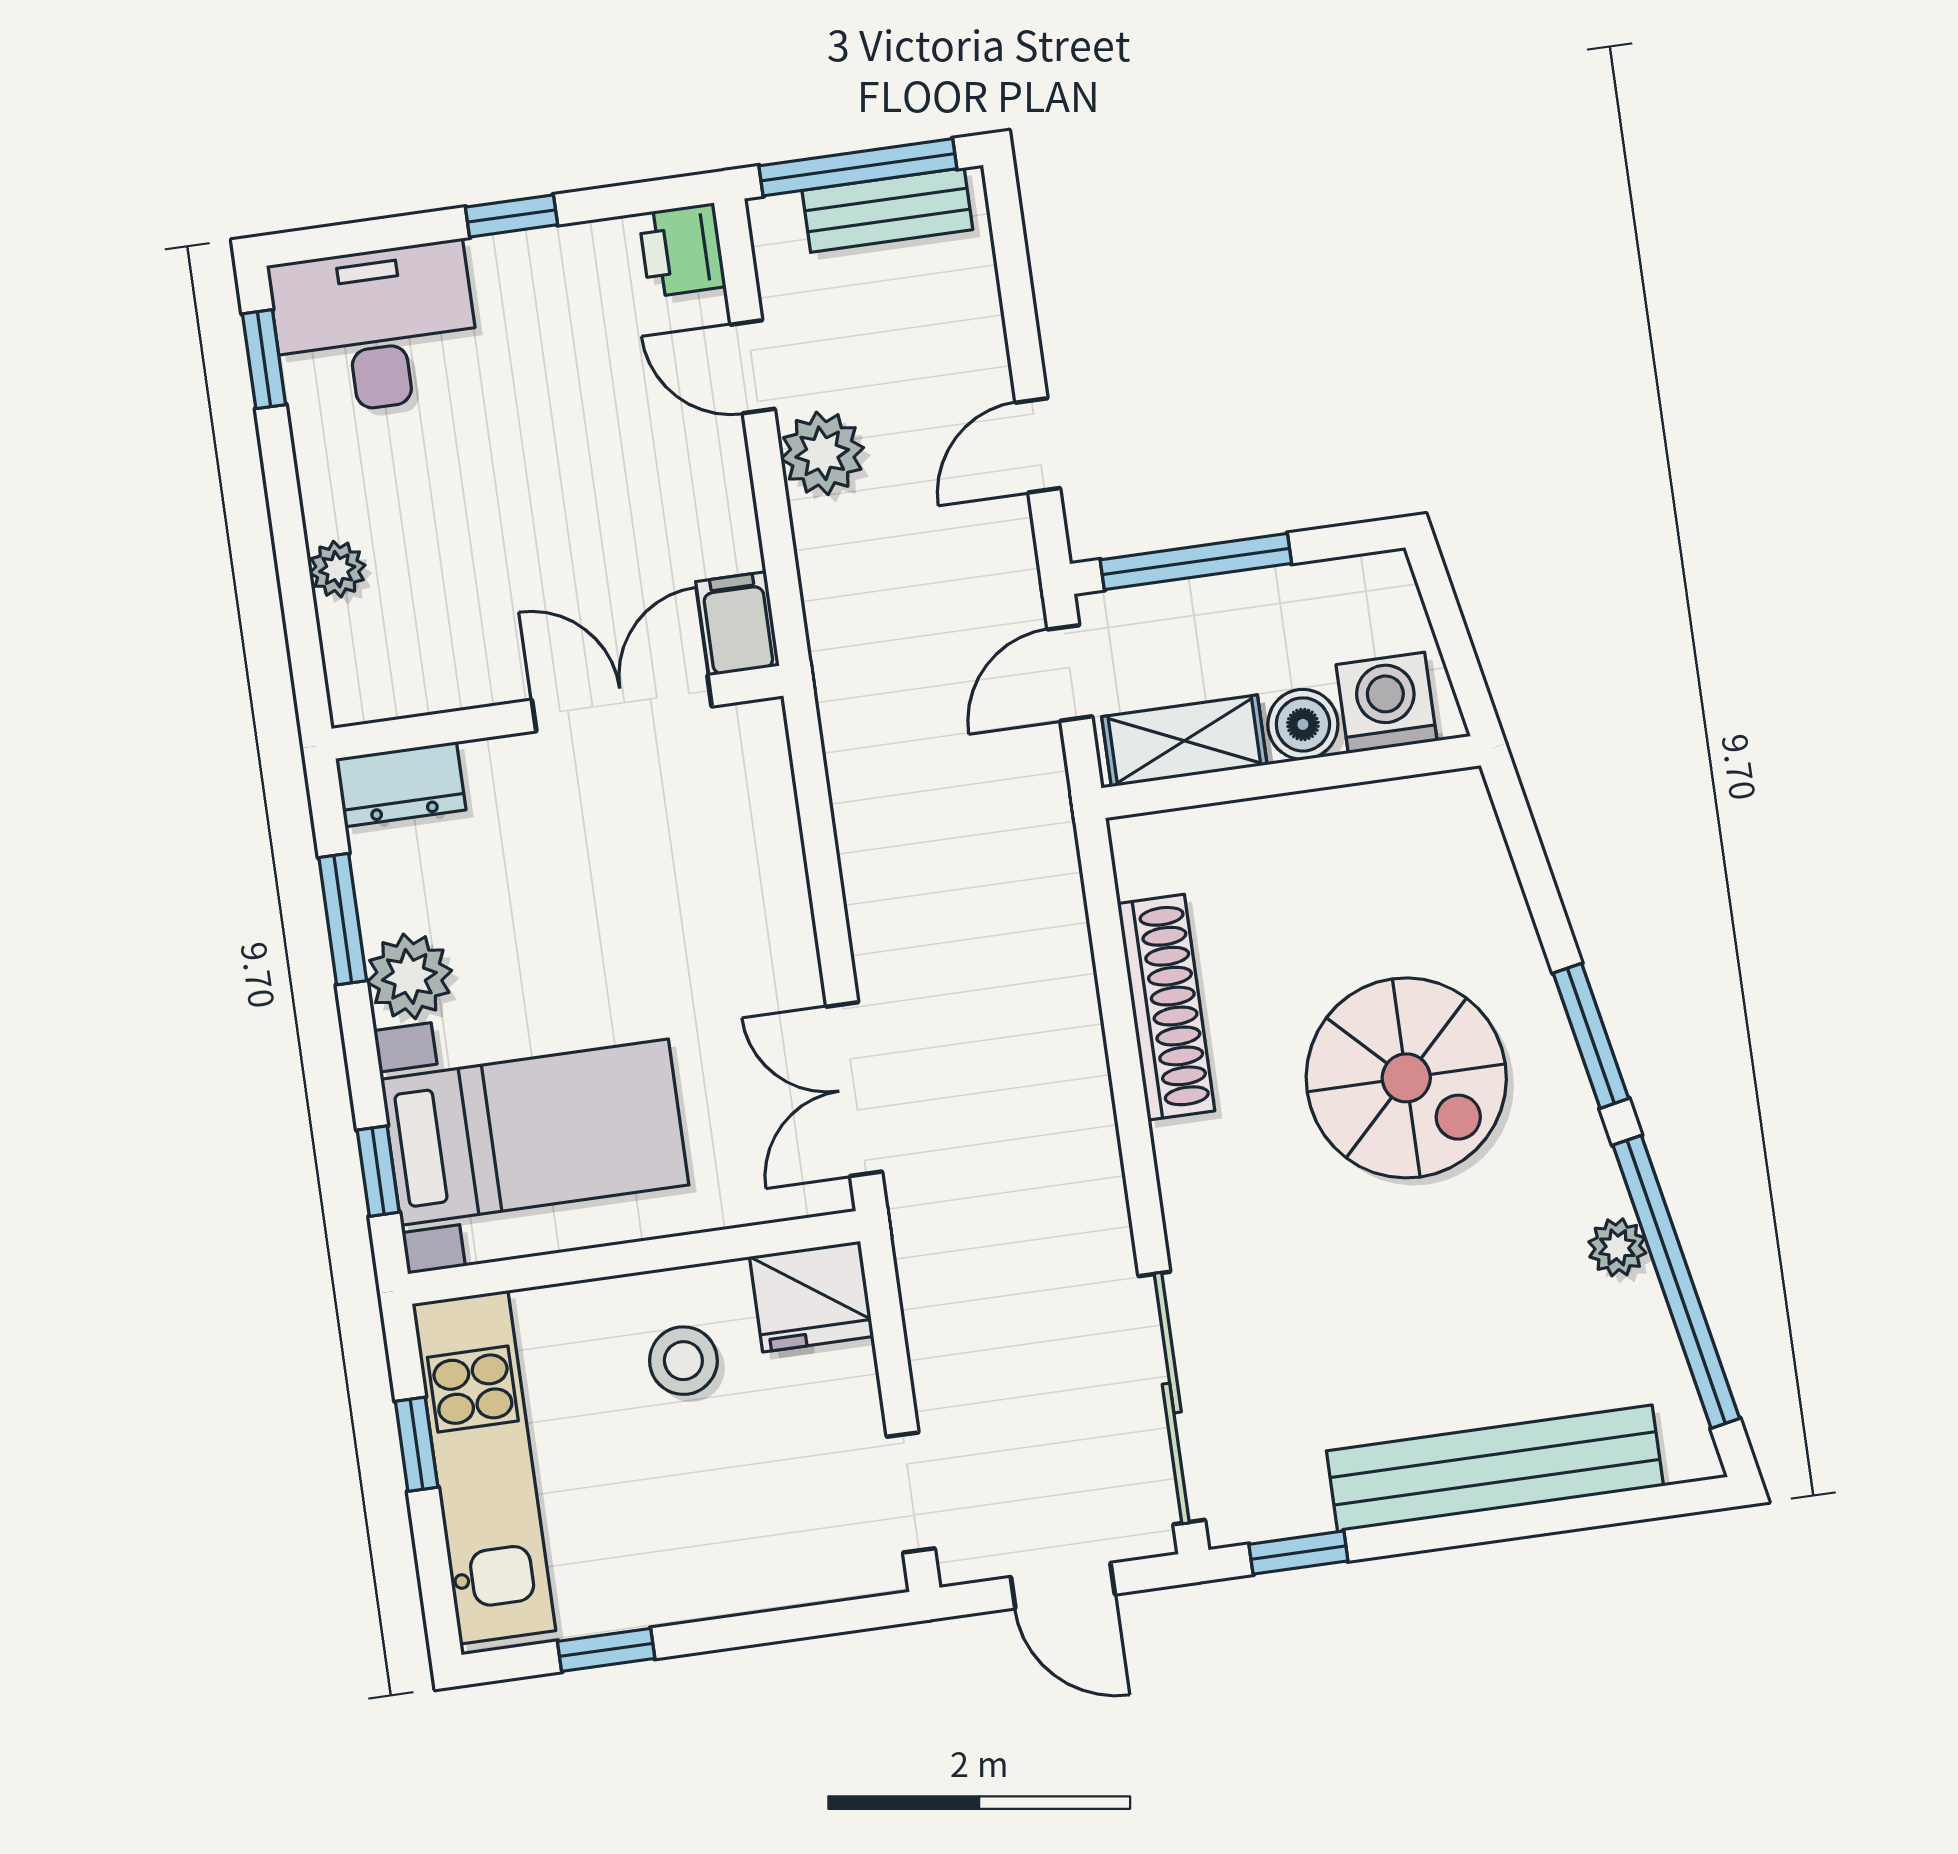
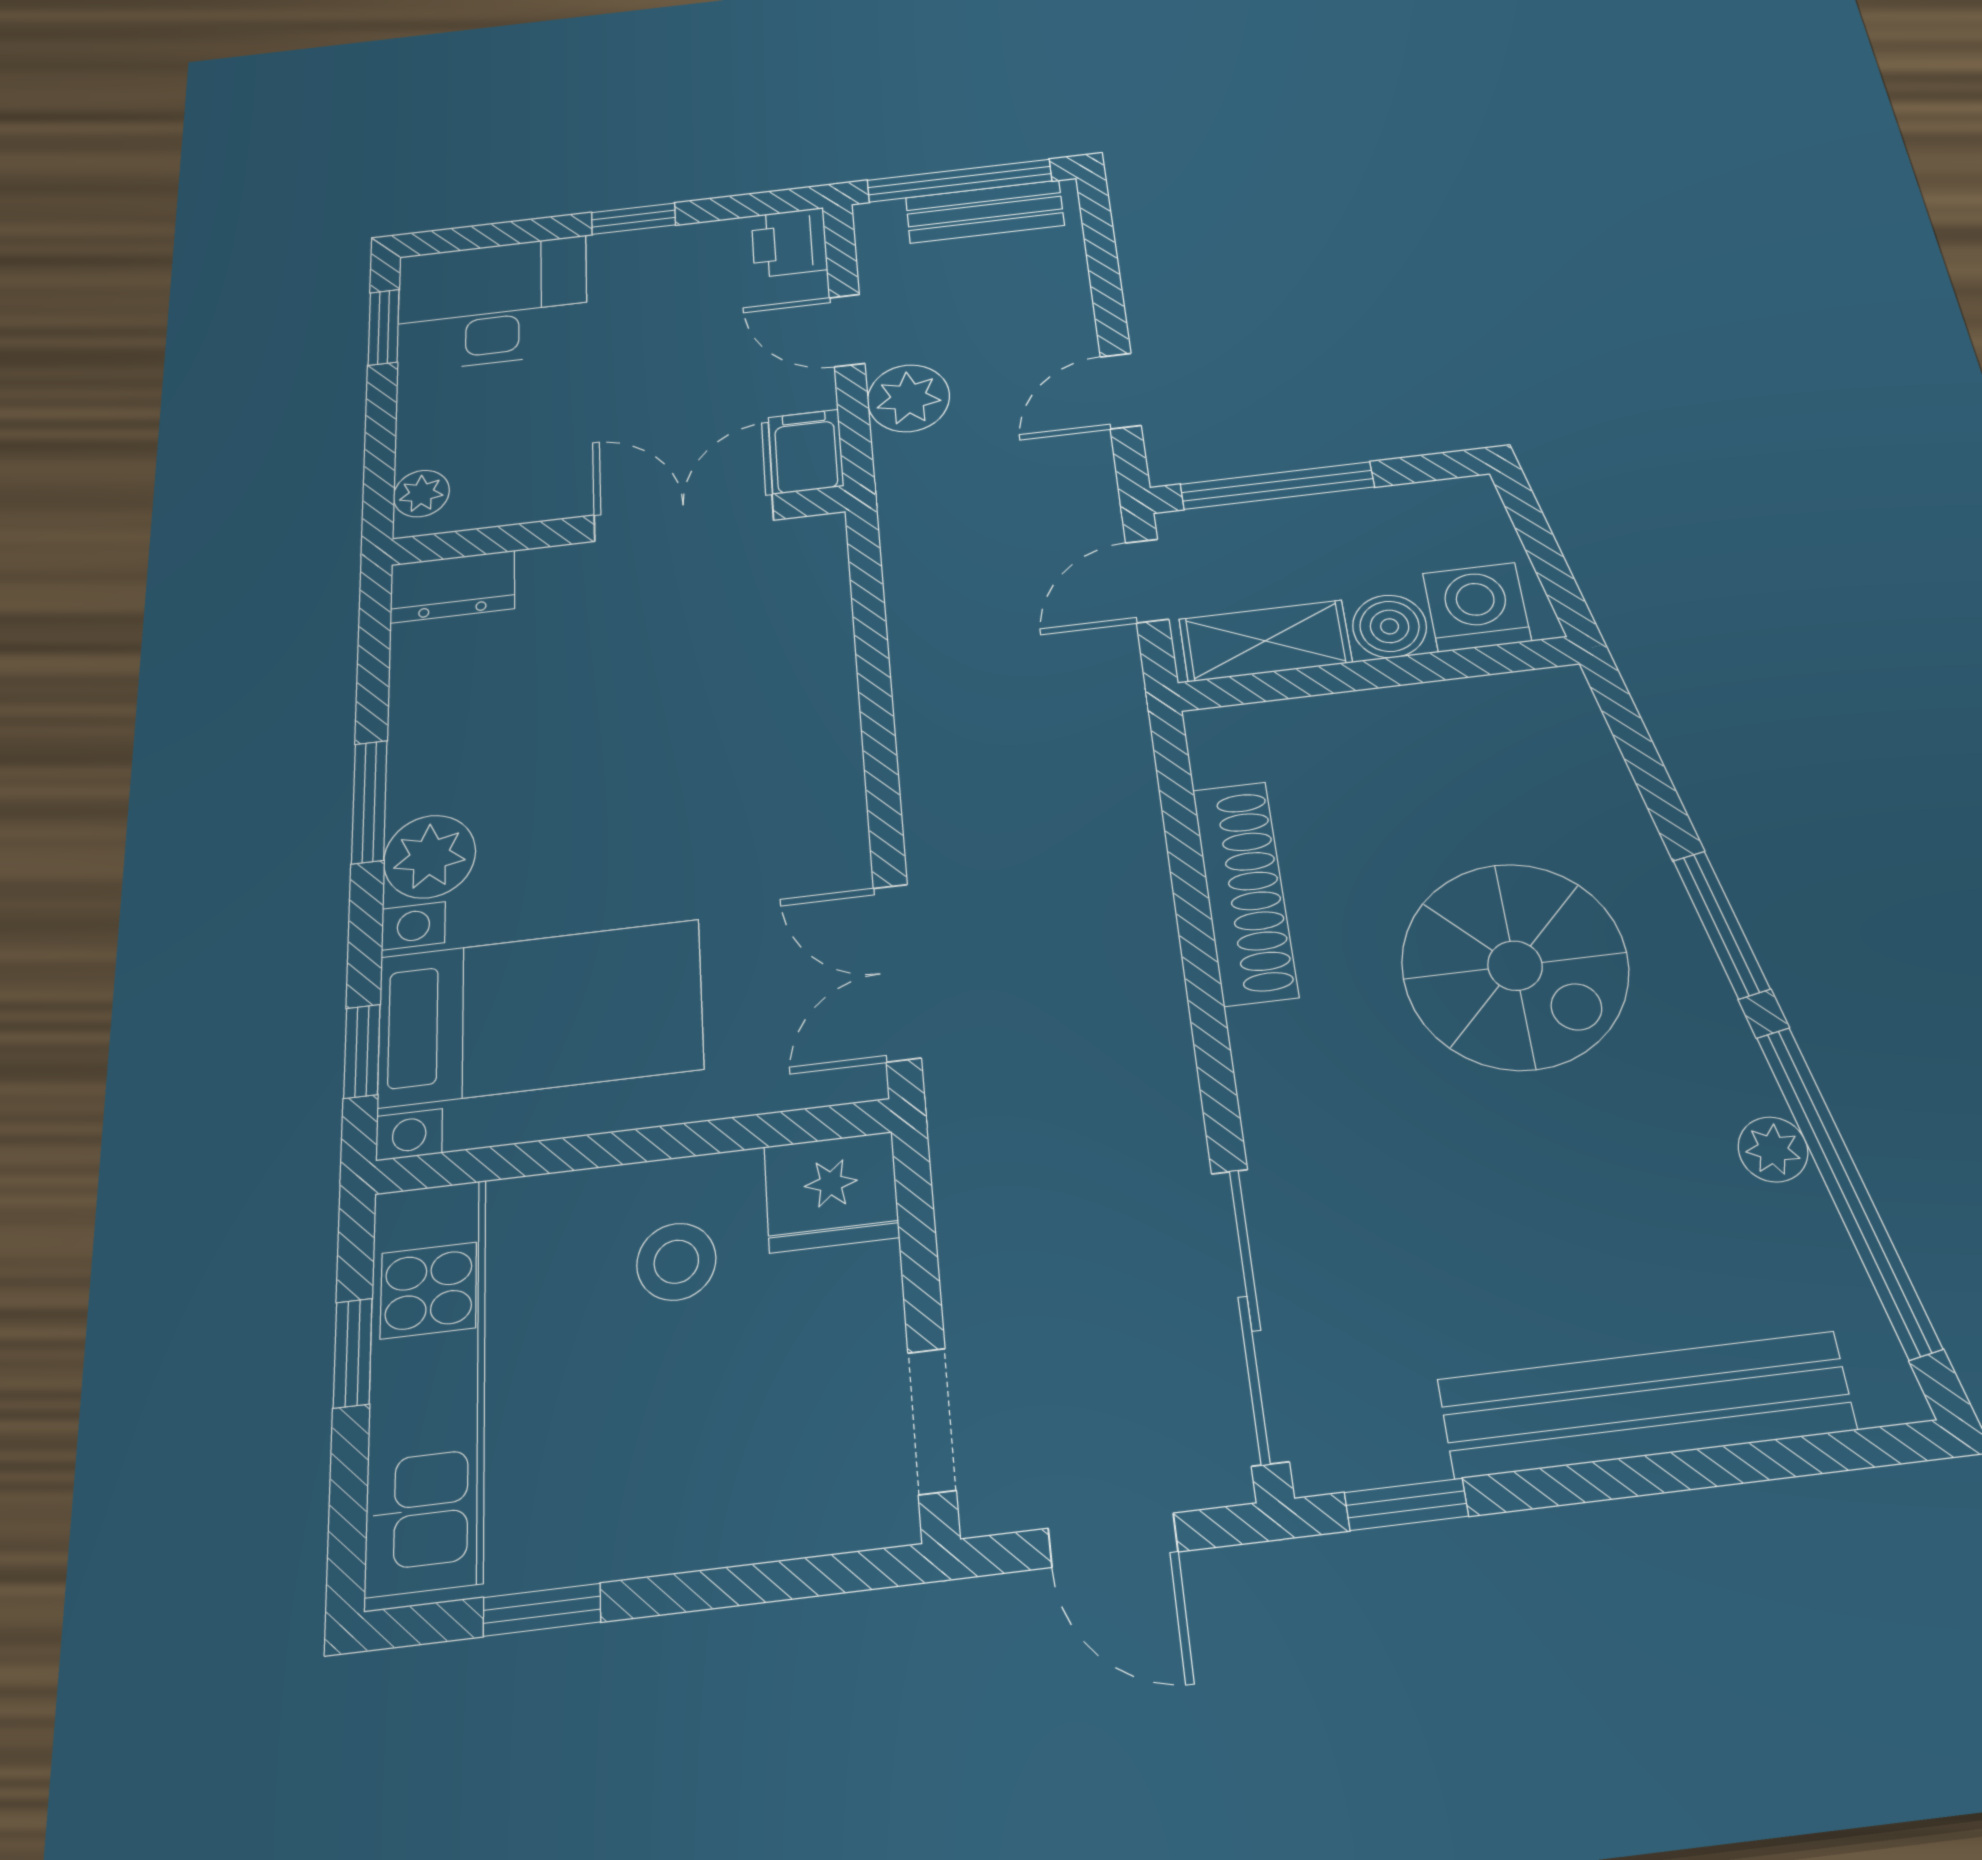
filing cabinet: (737, 624) -> (806, 452), moved
double door: (622, 703) -> (684, 518), moved
wall: (557, 712) -> (619, 525), moved
dresser: (401, 784) -> (453, 587), moved

